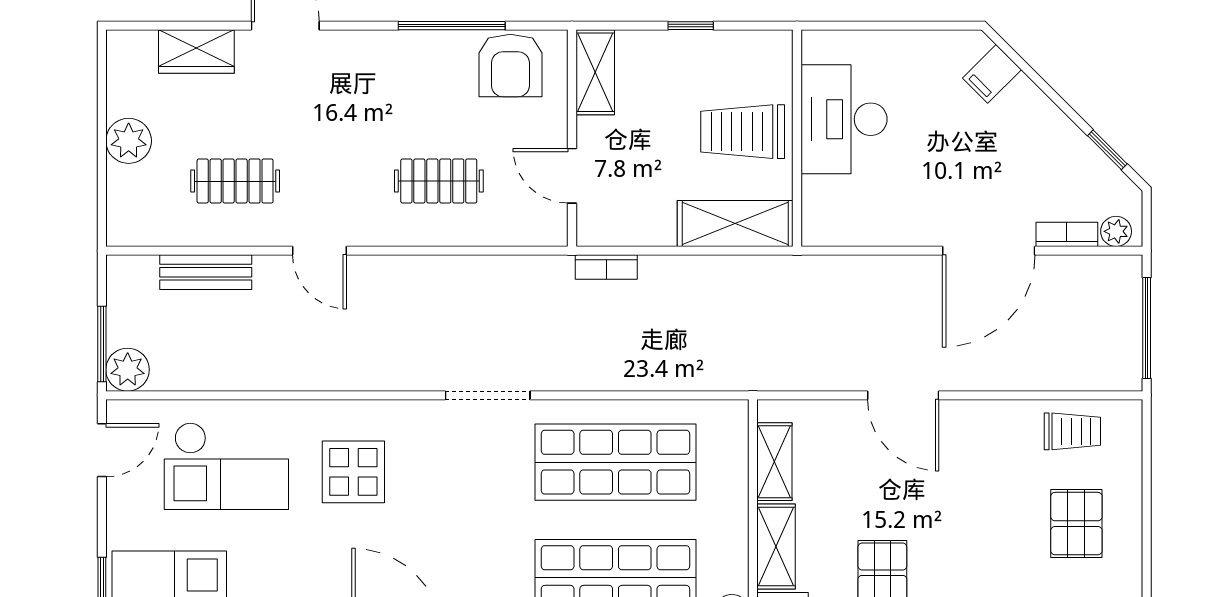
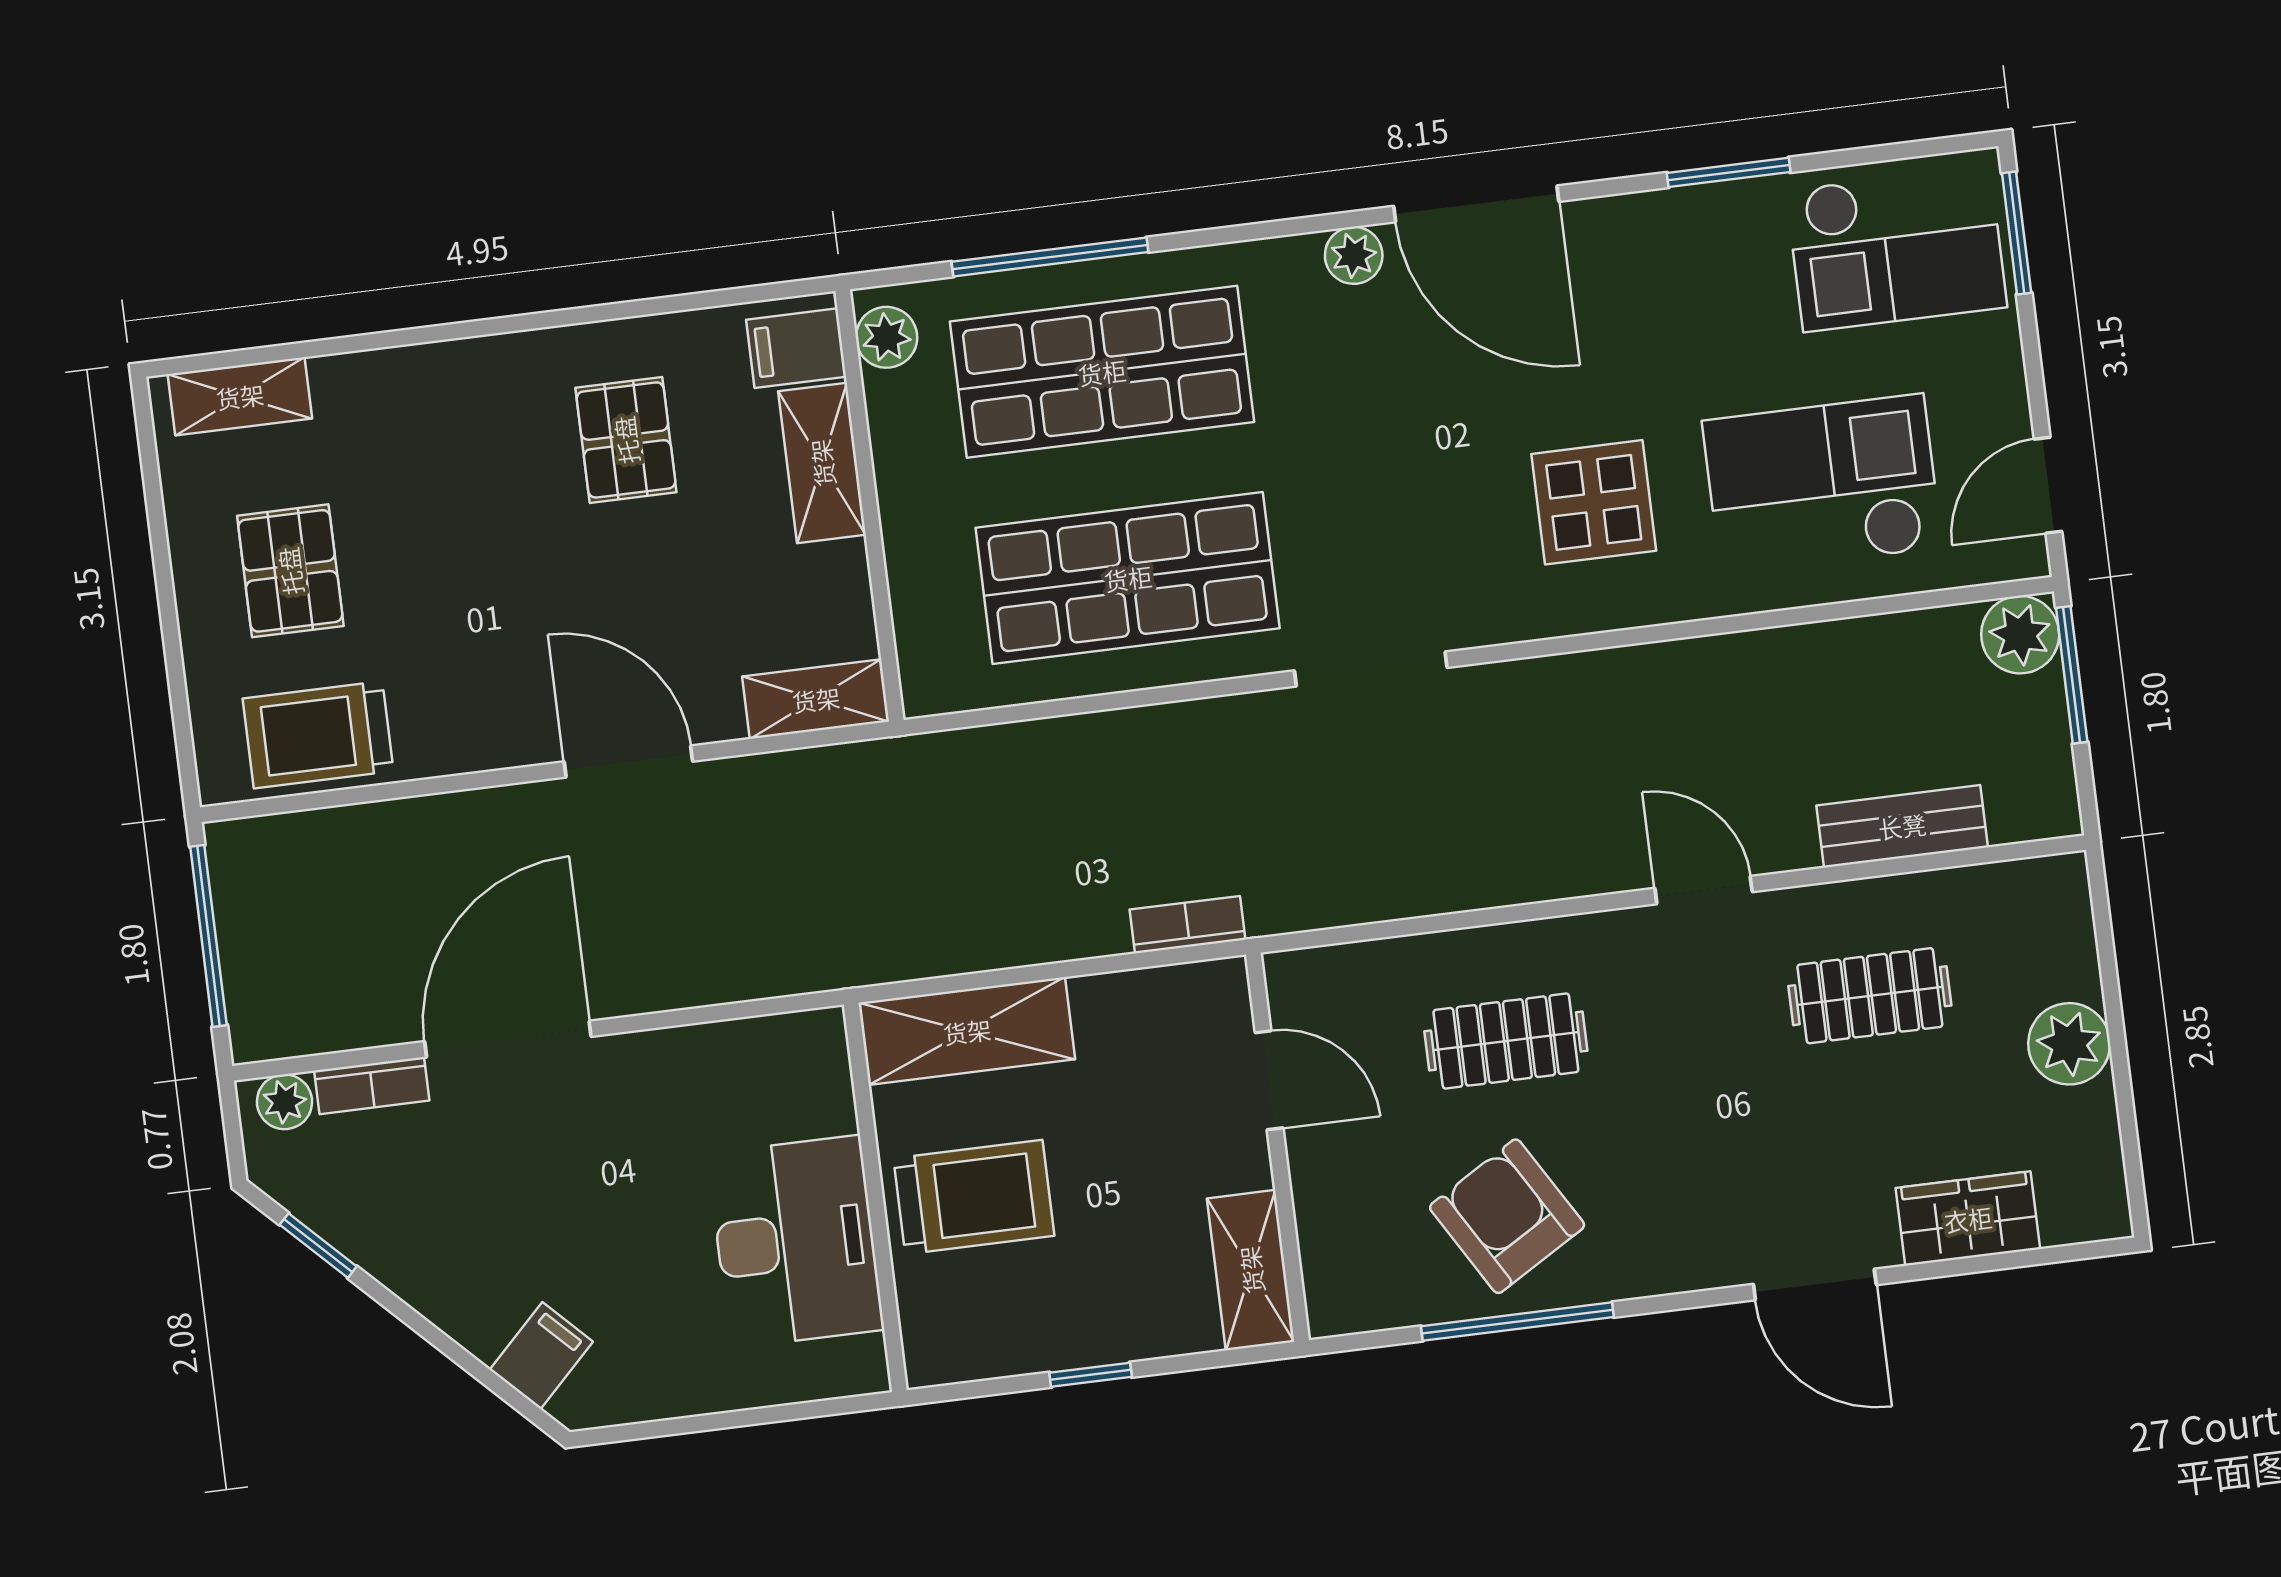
armchair: (510, 65) -> (1507, 1216), moved, turned -31
trolley: (1072, 431) -> (318, 735), width x1.36, depth x1.39
shelving: (774, 462) -> (816, 699), moved, turned 90

